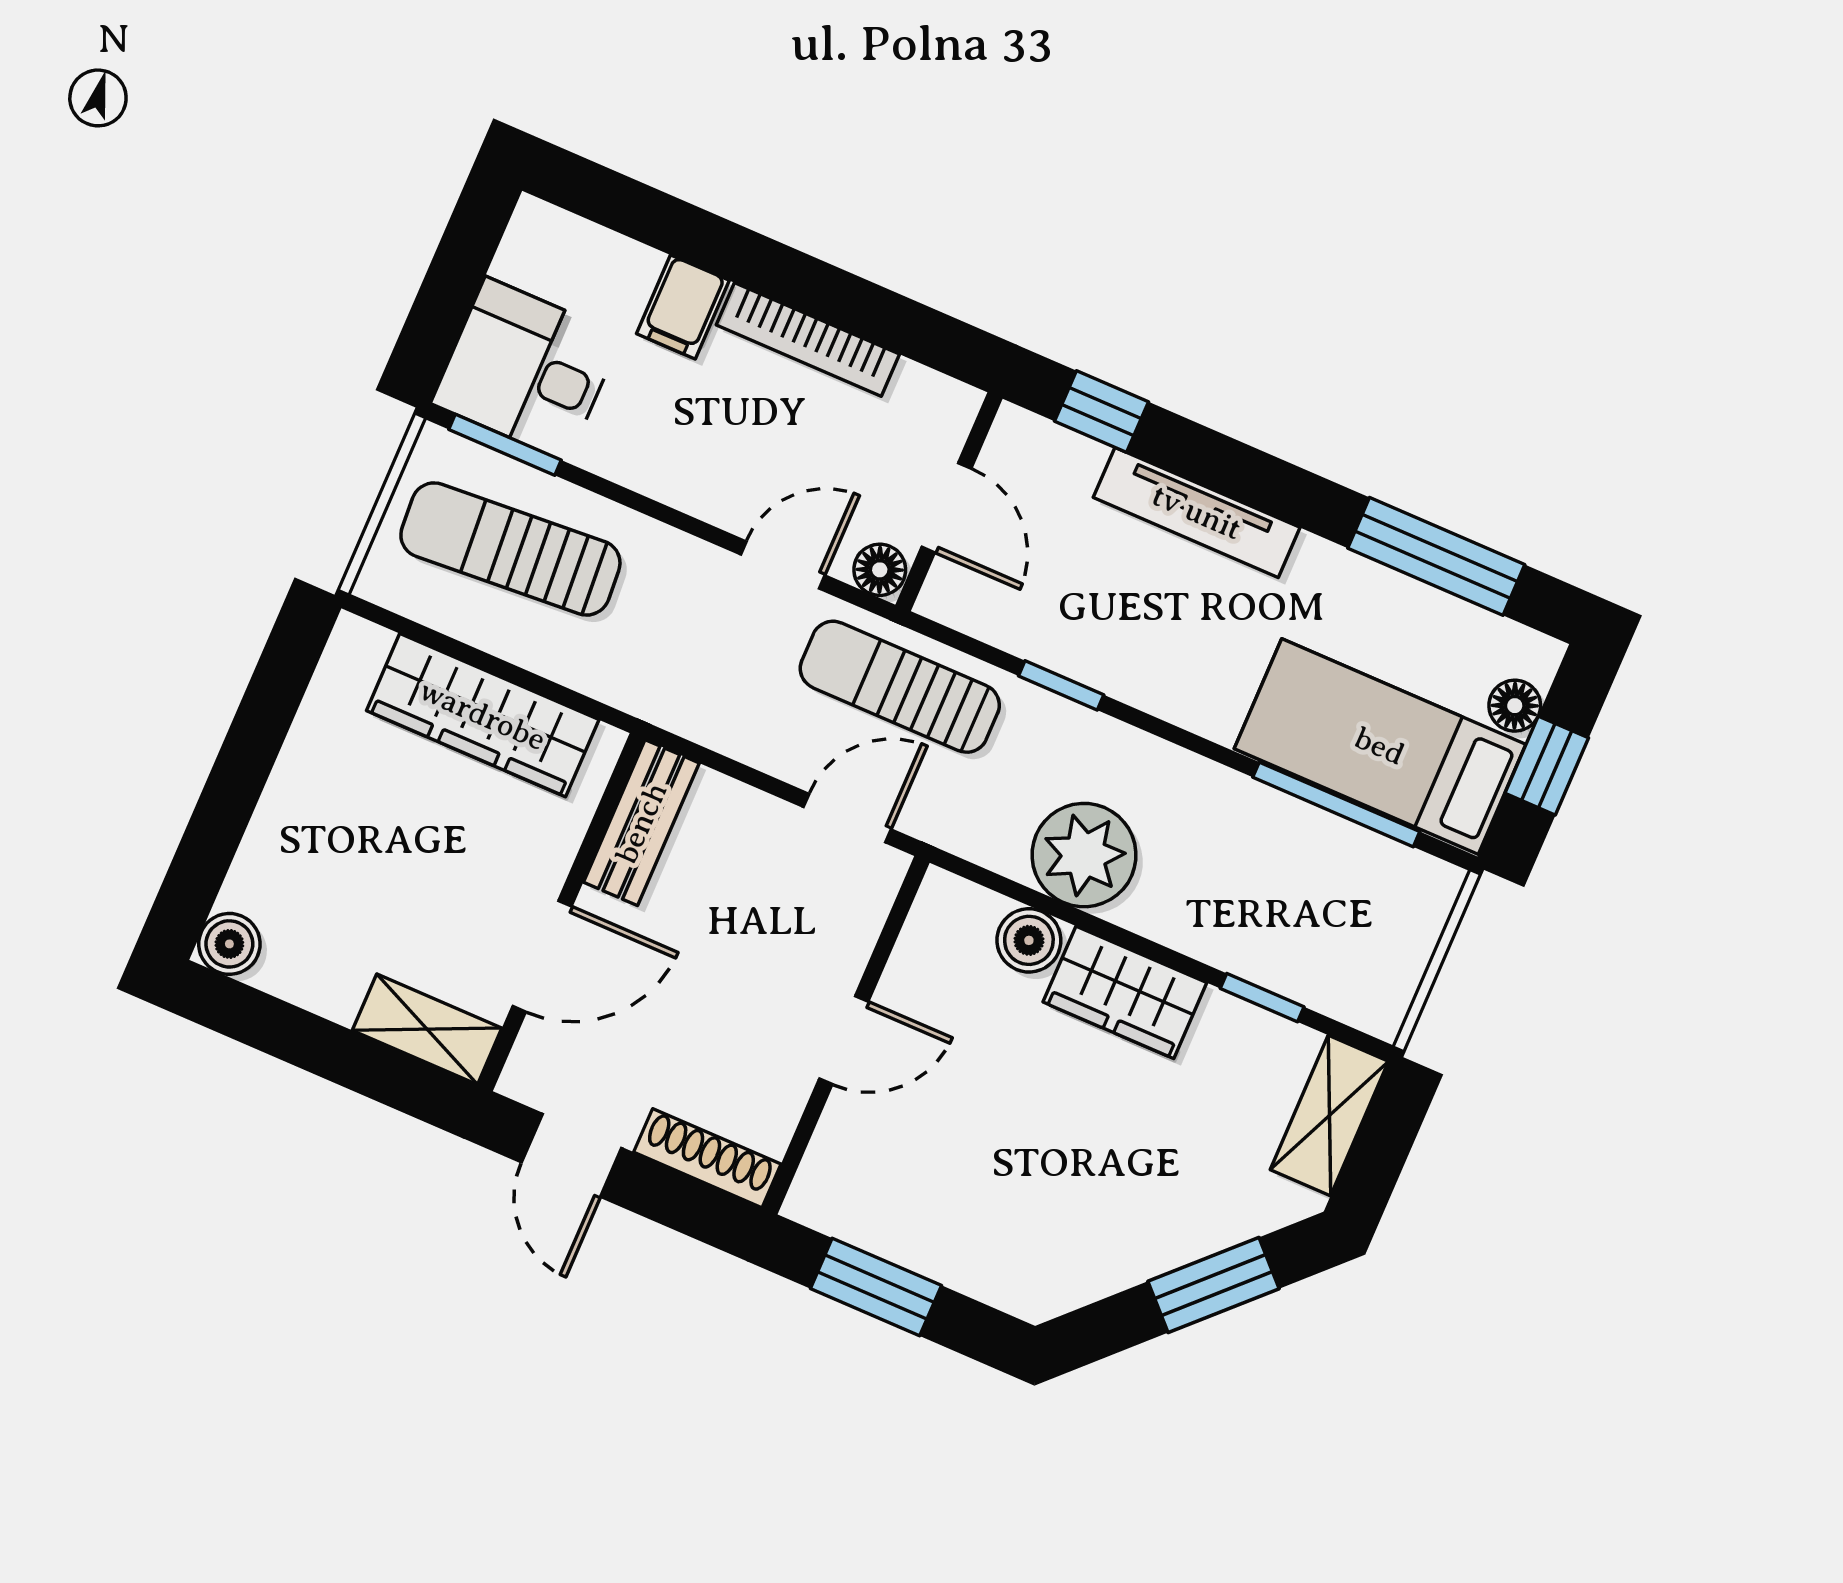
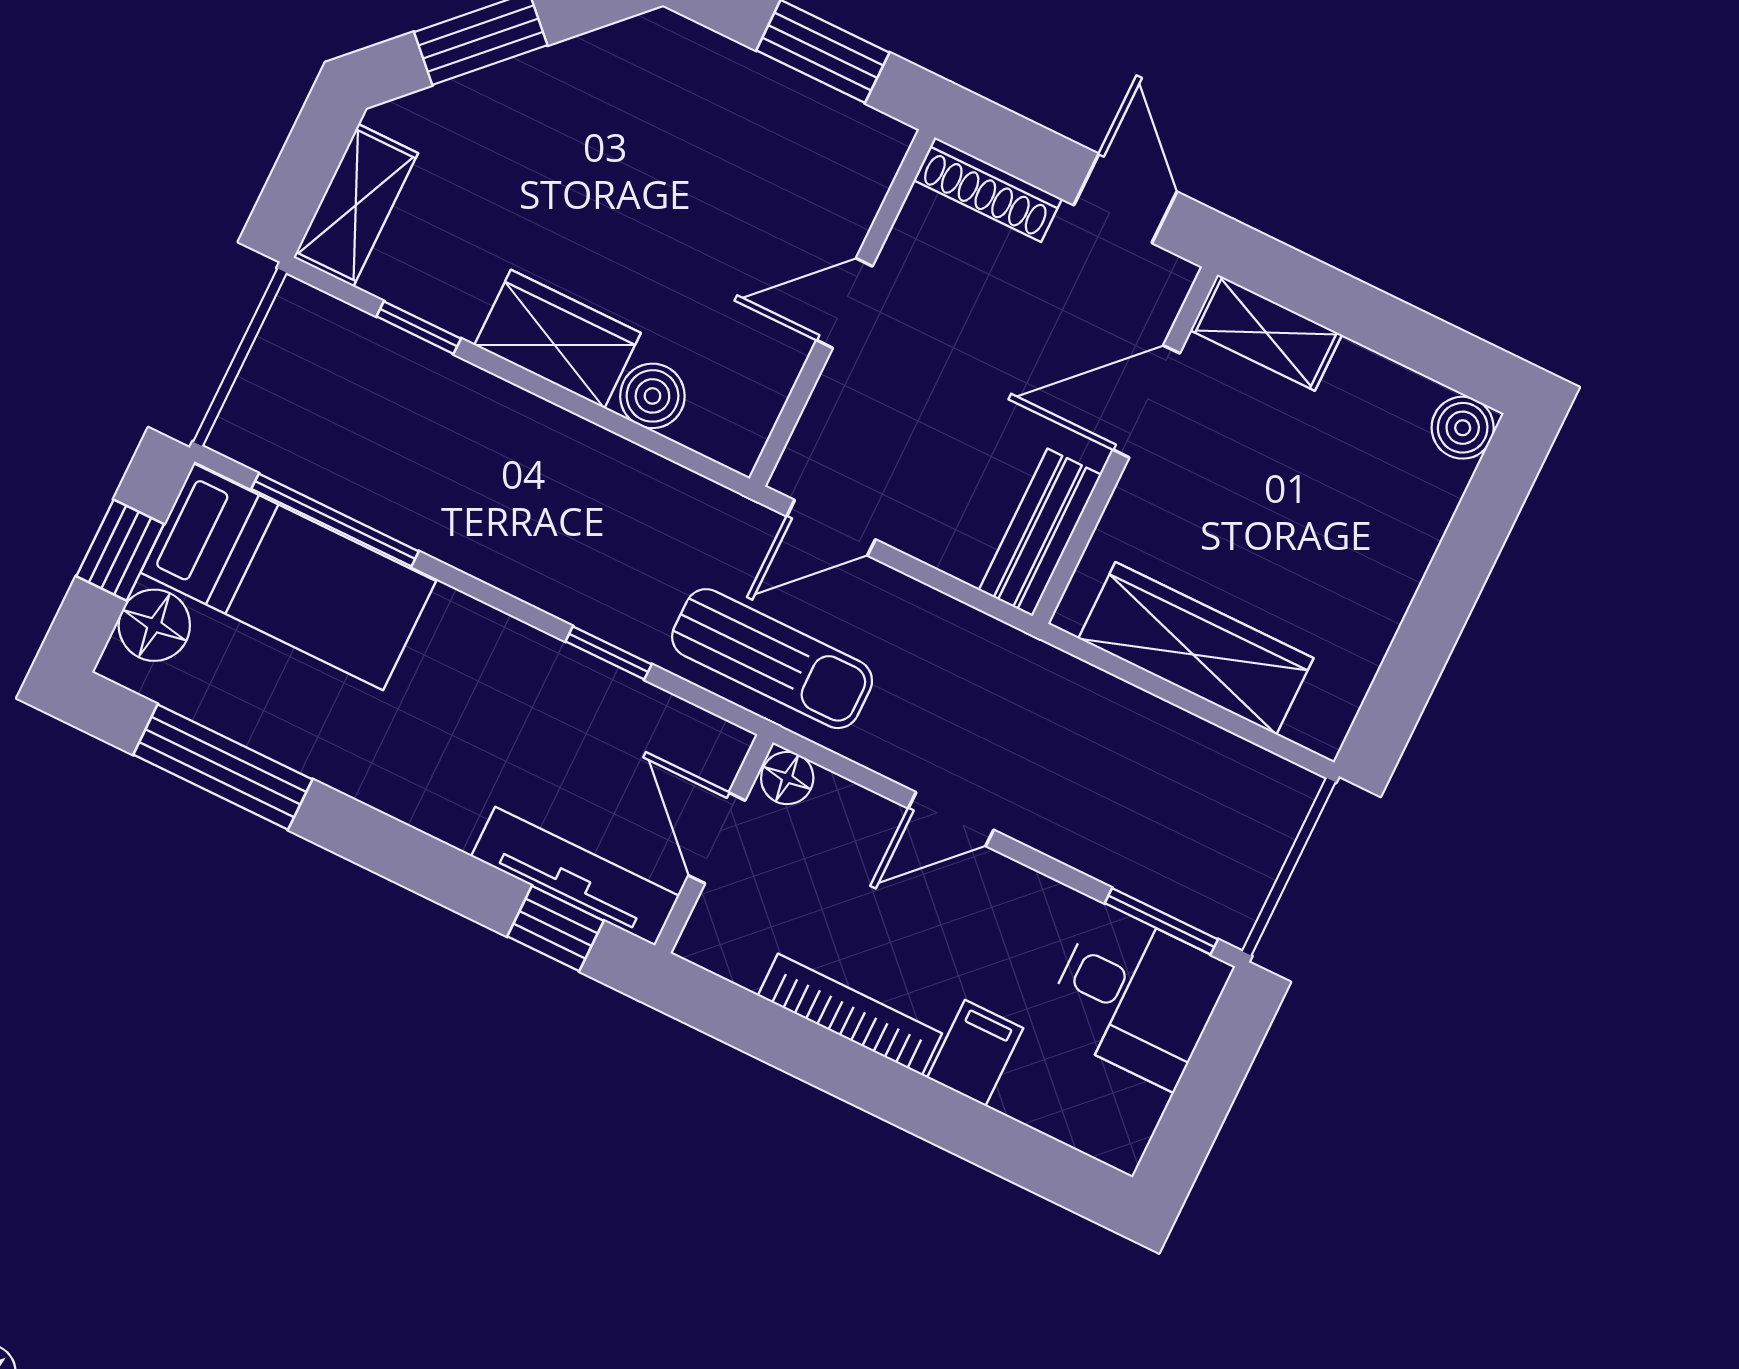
tv unit: (1197, 512) -> (575, 876), moved
sun lounger: (510, 549) -> (1160, 815), removed
door: (783, 565) -> (951, 819), moved
floor lamp: (1515, 706) -> (154, 625), width x1.37, depth x1.37
plant: (1084, 855) -> (593, 480), removed

